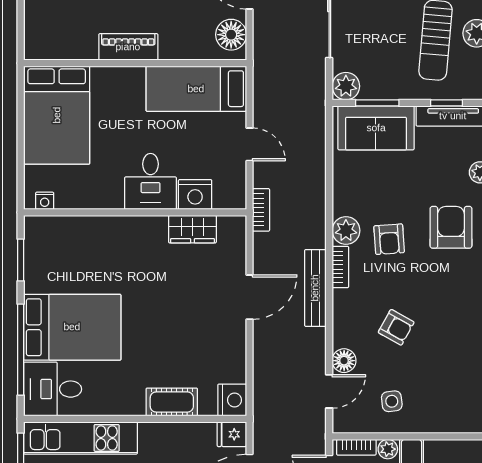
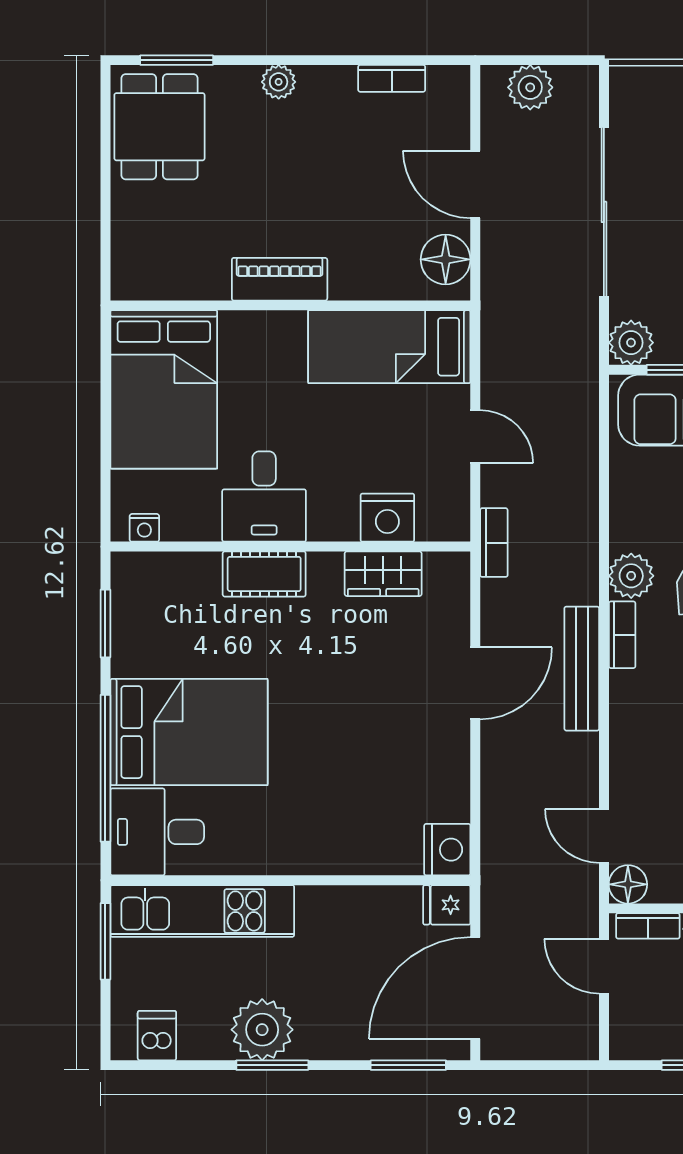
desk: (151, 181) -> (264, 497), moved
floor lamp: (344, 361) -> (628, 884), moved
door: (329, 391) -> (604, 836), swing flipped
cot: (172, 402) -> (264, 574), moved

